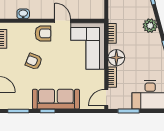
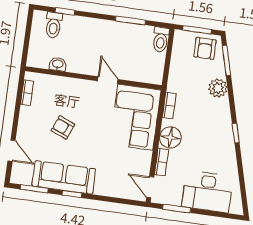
plant: (150, 26) -> (218, 88), moved
armchair: (43, 33) -> (80, 93), removed
door: (106, 98) -> (150, 187), hinge flipped
sofa: (56, 99) -> (64, 177), moved

